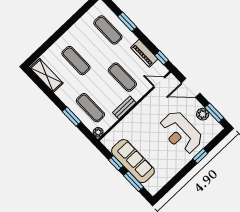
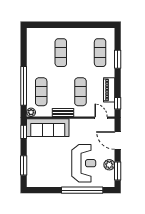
shelving: (46, 75) -> (33, 44), removed
window: (72, 117) -> (24, 86), width x2.11
reception desk: (181, 133) -> (84, 163), turned 180
window: (200, 156) -> (82, 190), width x3.17
sofa: (133, 161) -> (48, 128), moved, turned 90
window: (116, 163) -> (24, 132), moved

